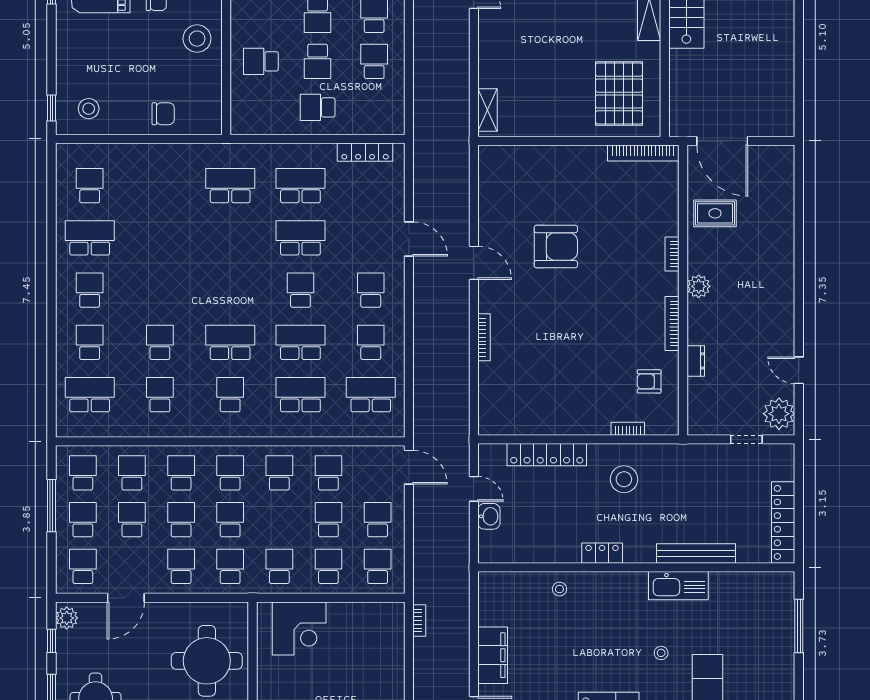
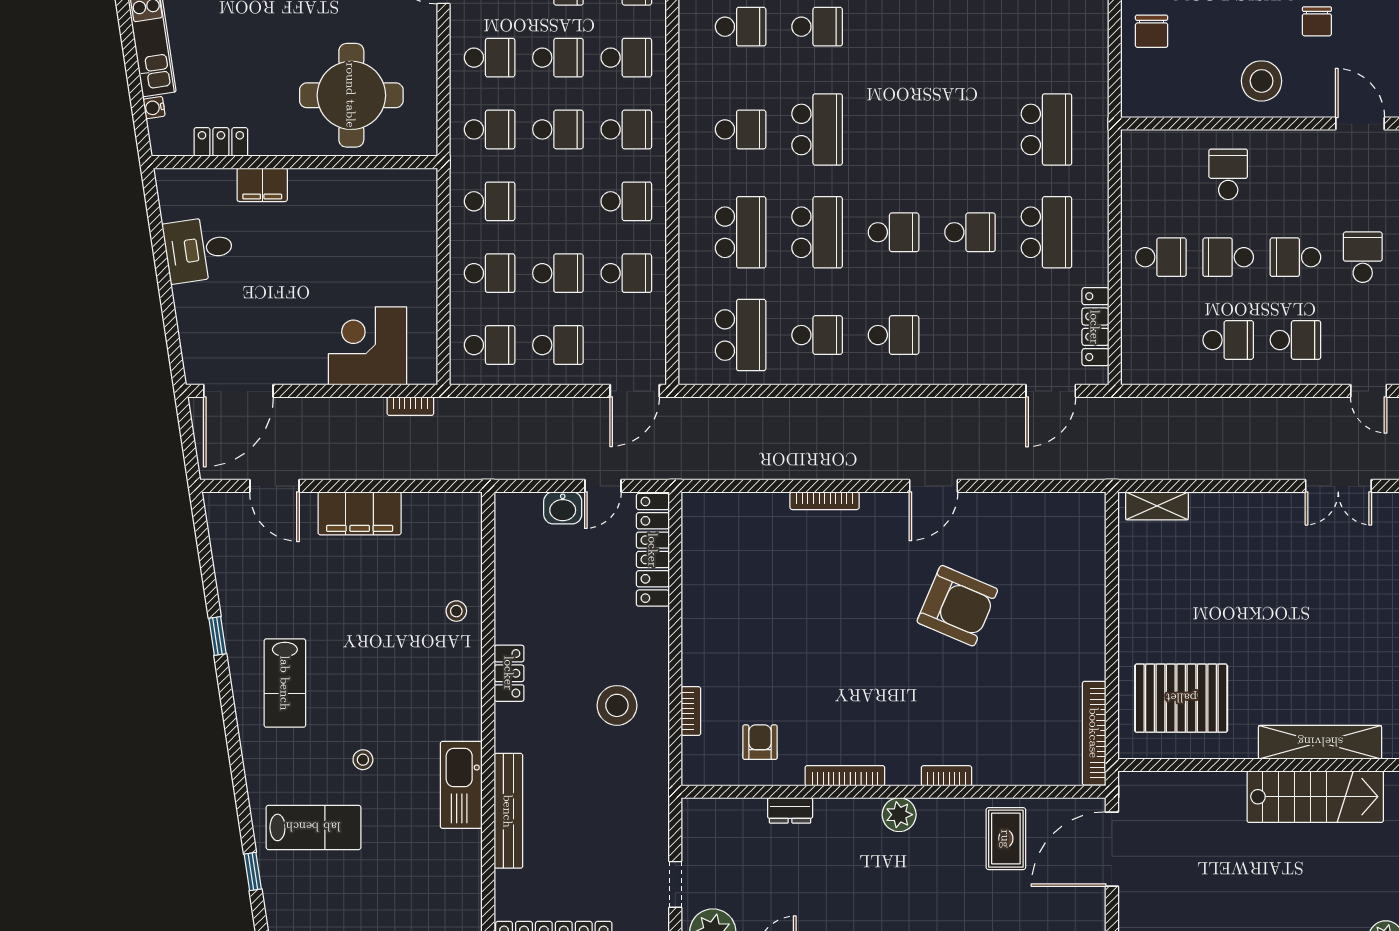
school desk: (318, 107) -> (1161, 257), turned 90
school desk: (300, 238) -> (970, 232), width x0.54
door: (409, 239) -> (1051, 391), moved
armchair: (556, 247) -> (957, 606), turned -67
locker: (547, 455) -> (653, 550), moved
corner desk: (299, 629) -> (367, 346), moved, turned 90

